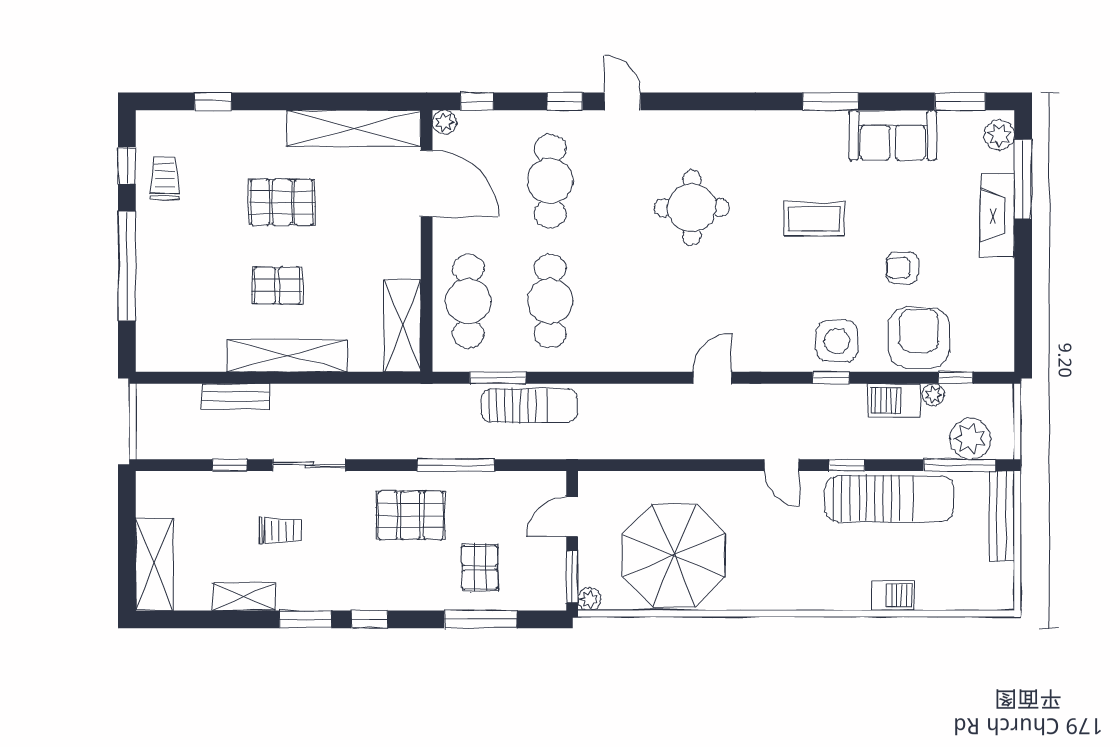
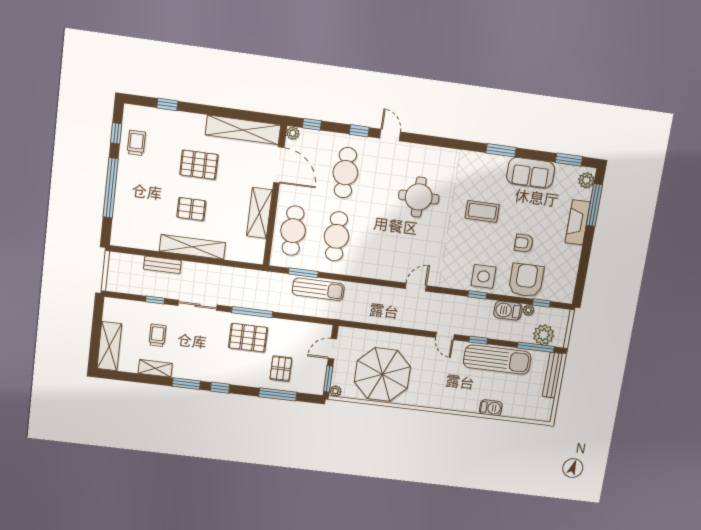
shelving: (402, 326) -> (259, 213), moved
window: (456, 465) -> (252, 312), moved
trolley: (280, 531) -> (157, 335), moved, turned -90

